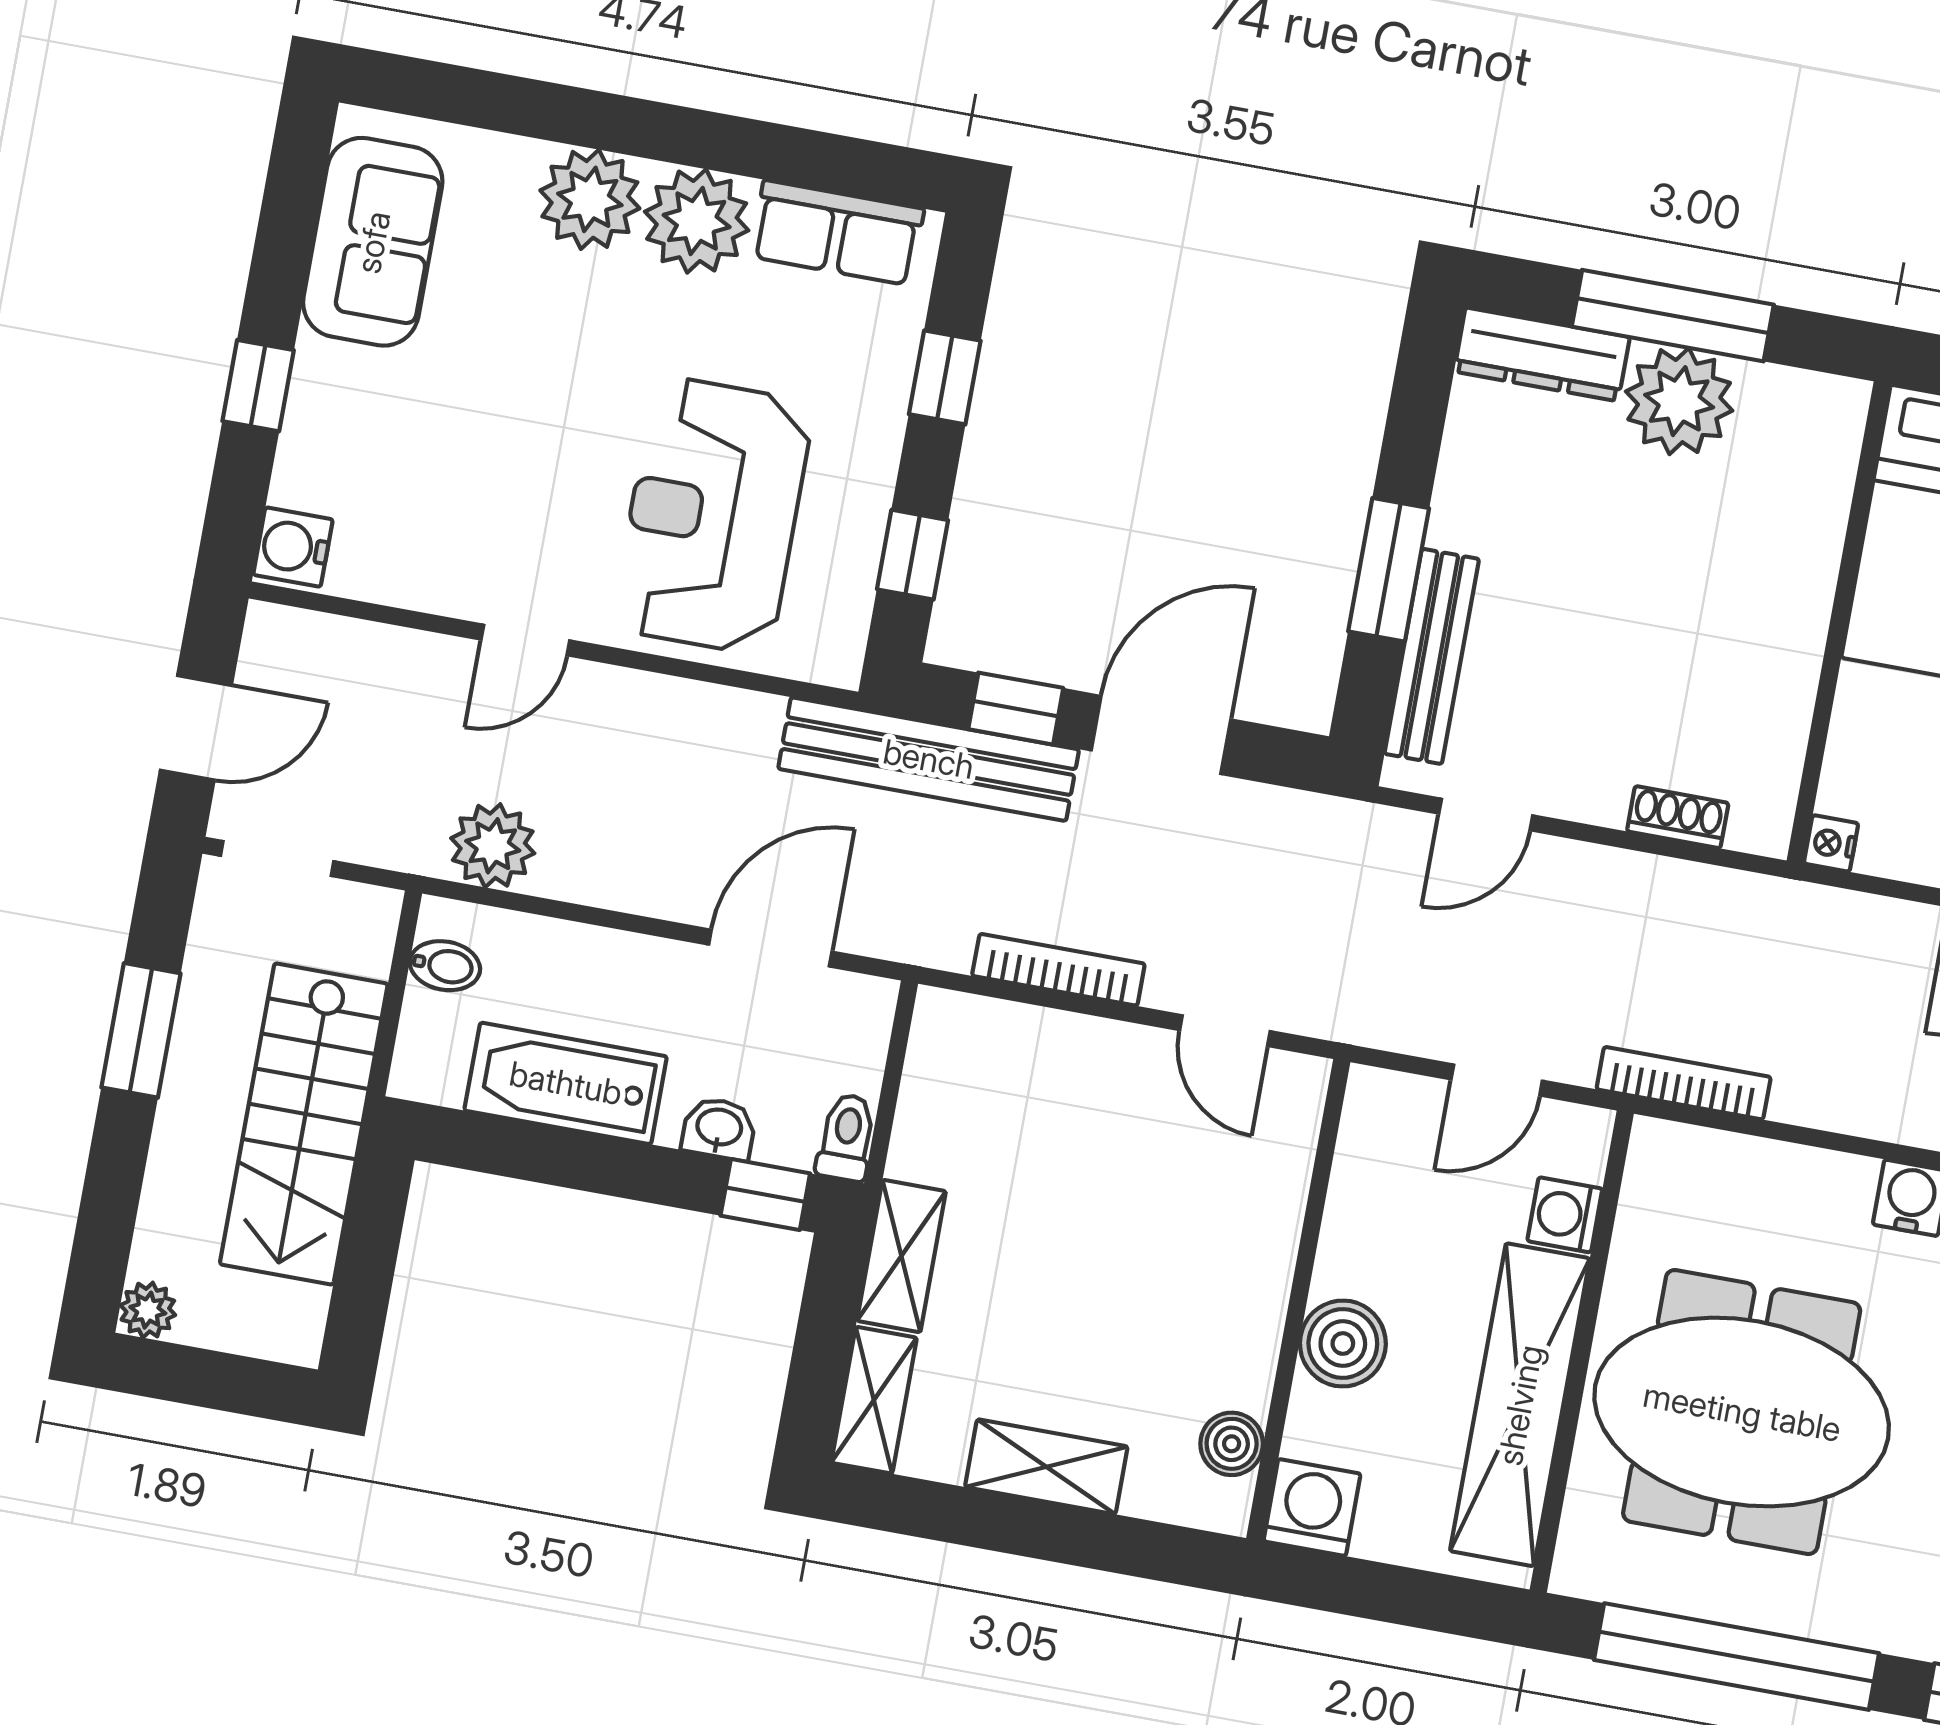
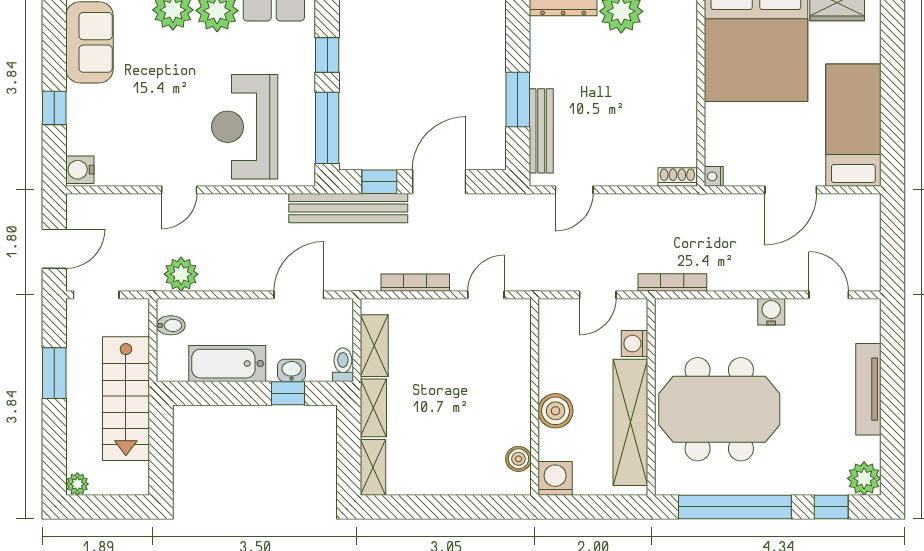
window: (913, 555) -> (327, 128), width x2.17
shoe rack: (1678, 817) -> (677, 177), moved
door: (1225, 1031) -> (486, 295), swing flipped
window: (765, 1195) -> (288, 393), moved
shelving: (1046, 1467) -> (374, 346), moved, turned 90

